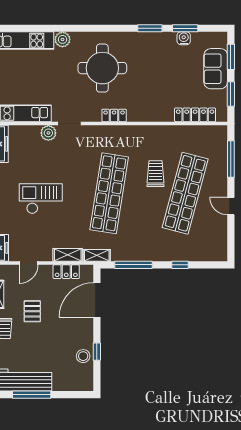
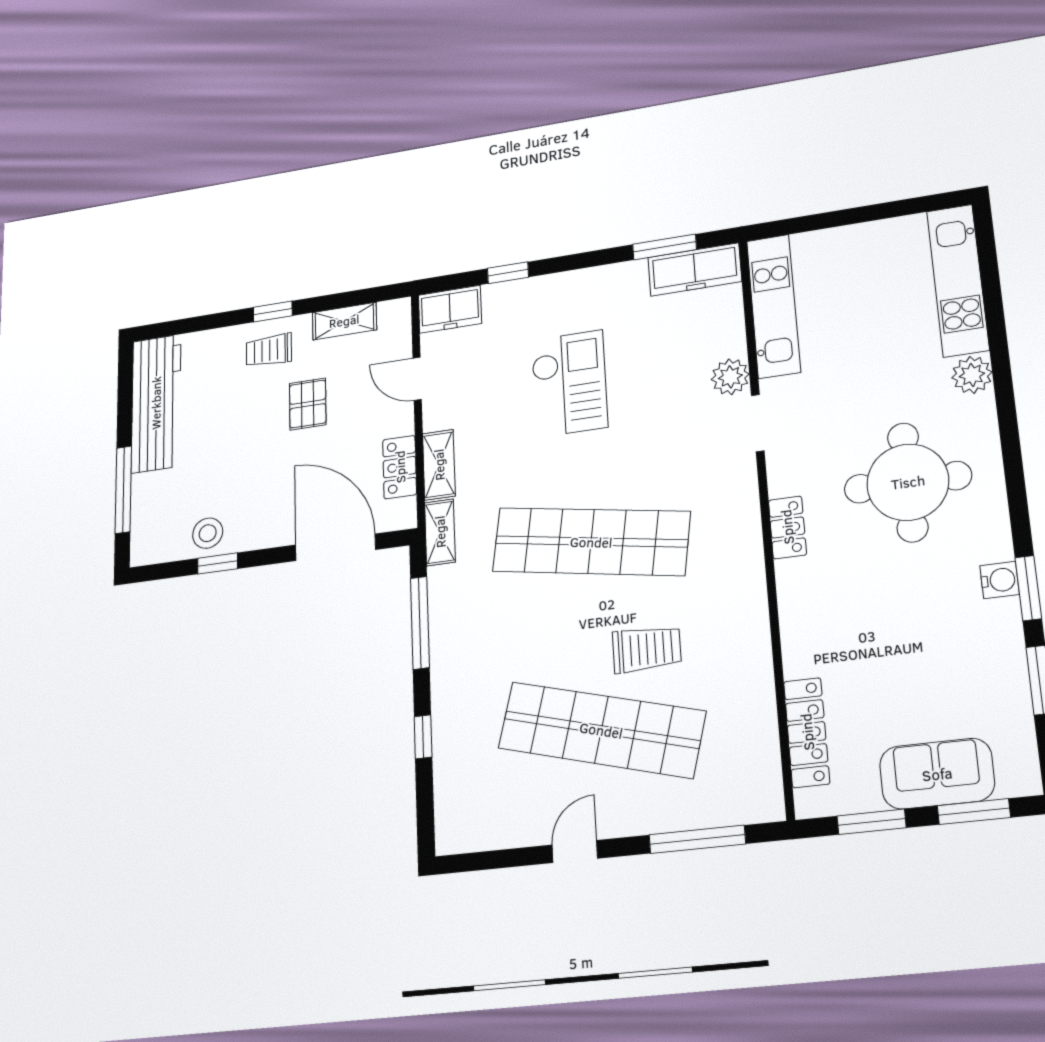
water cooler: (184, 38) -> (1000, 580), moved
pallet: (32, 311) -> (308, 404), turned 90
window: (32, 395) -> (123, 490), moved

